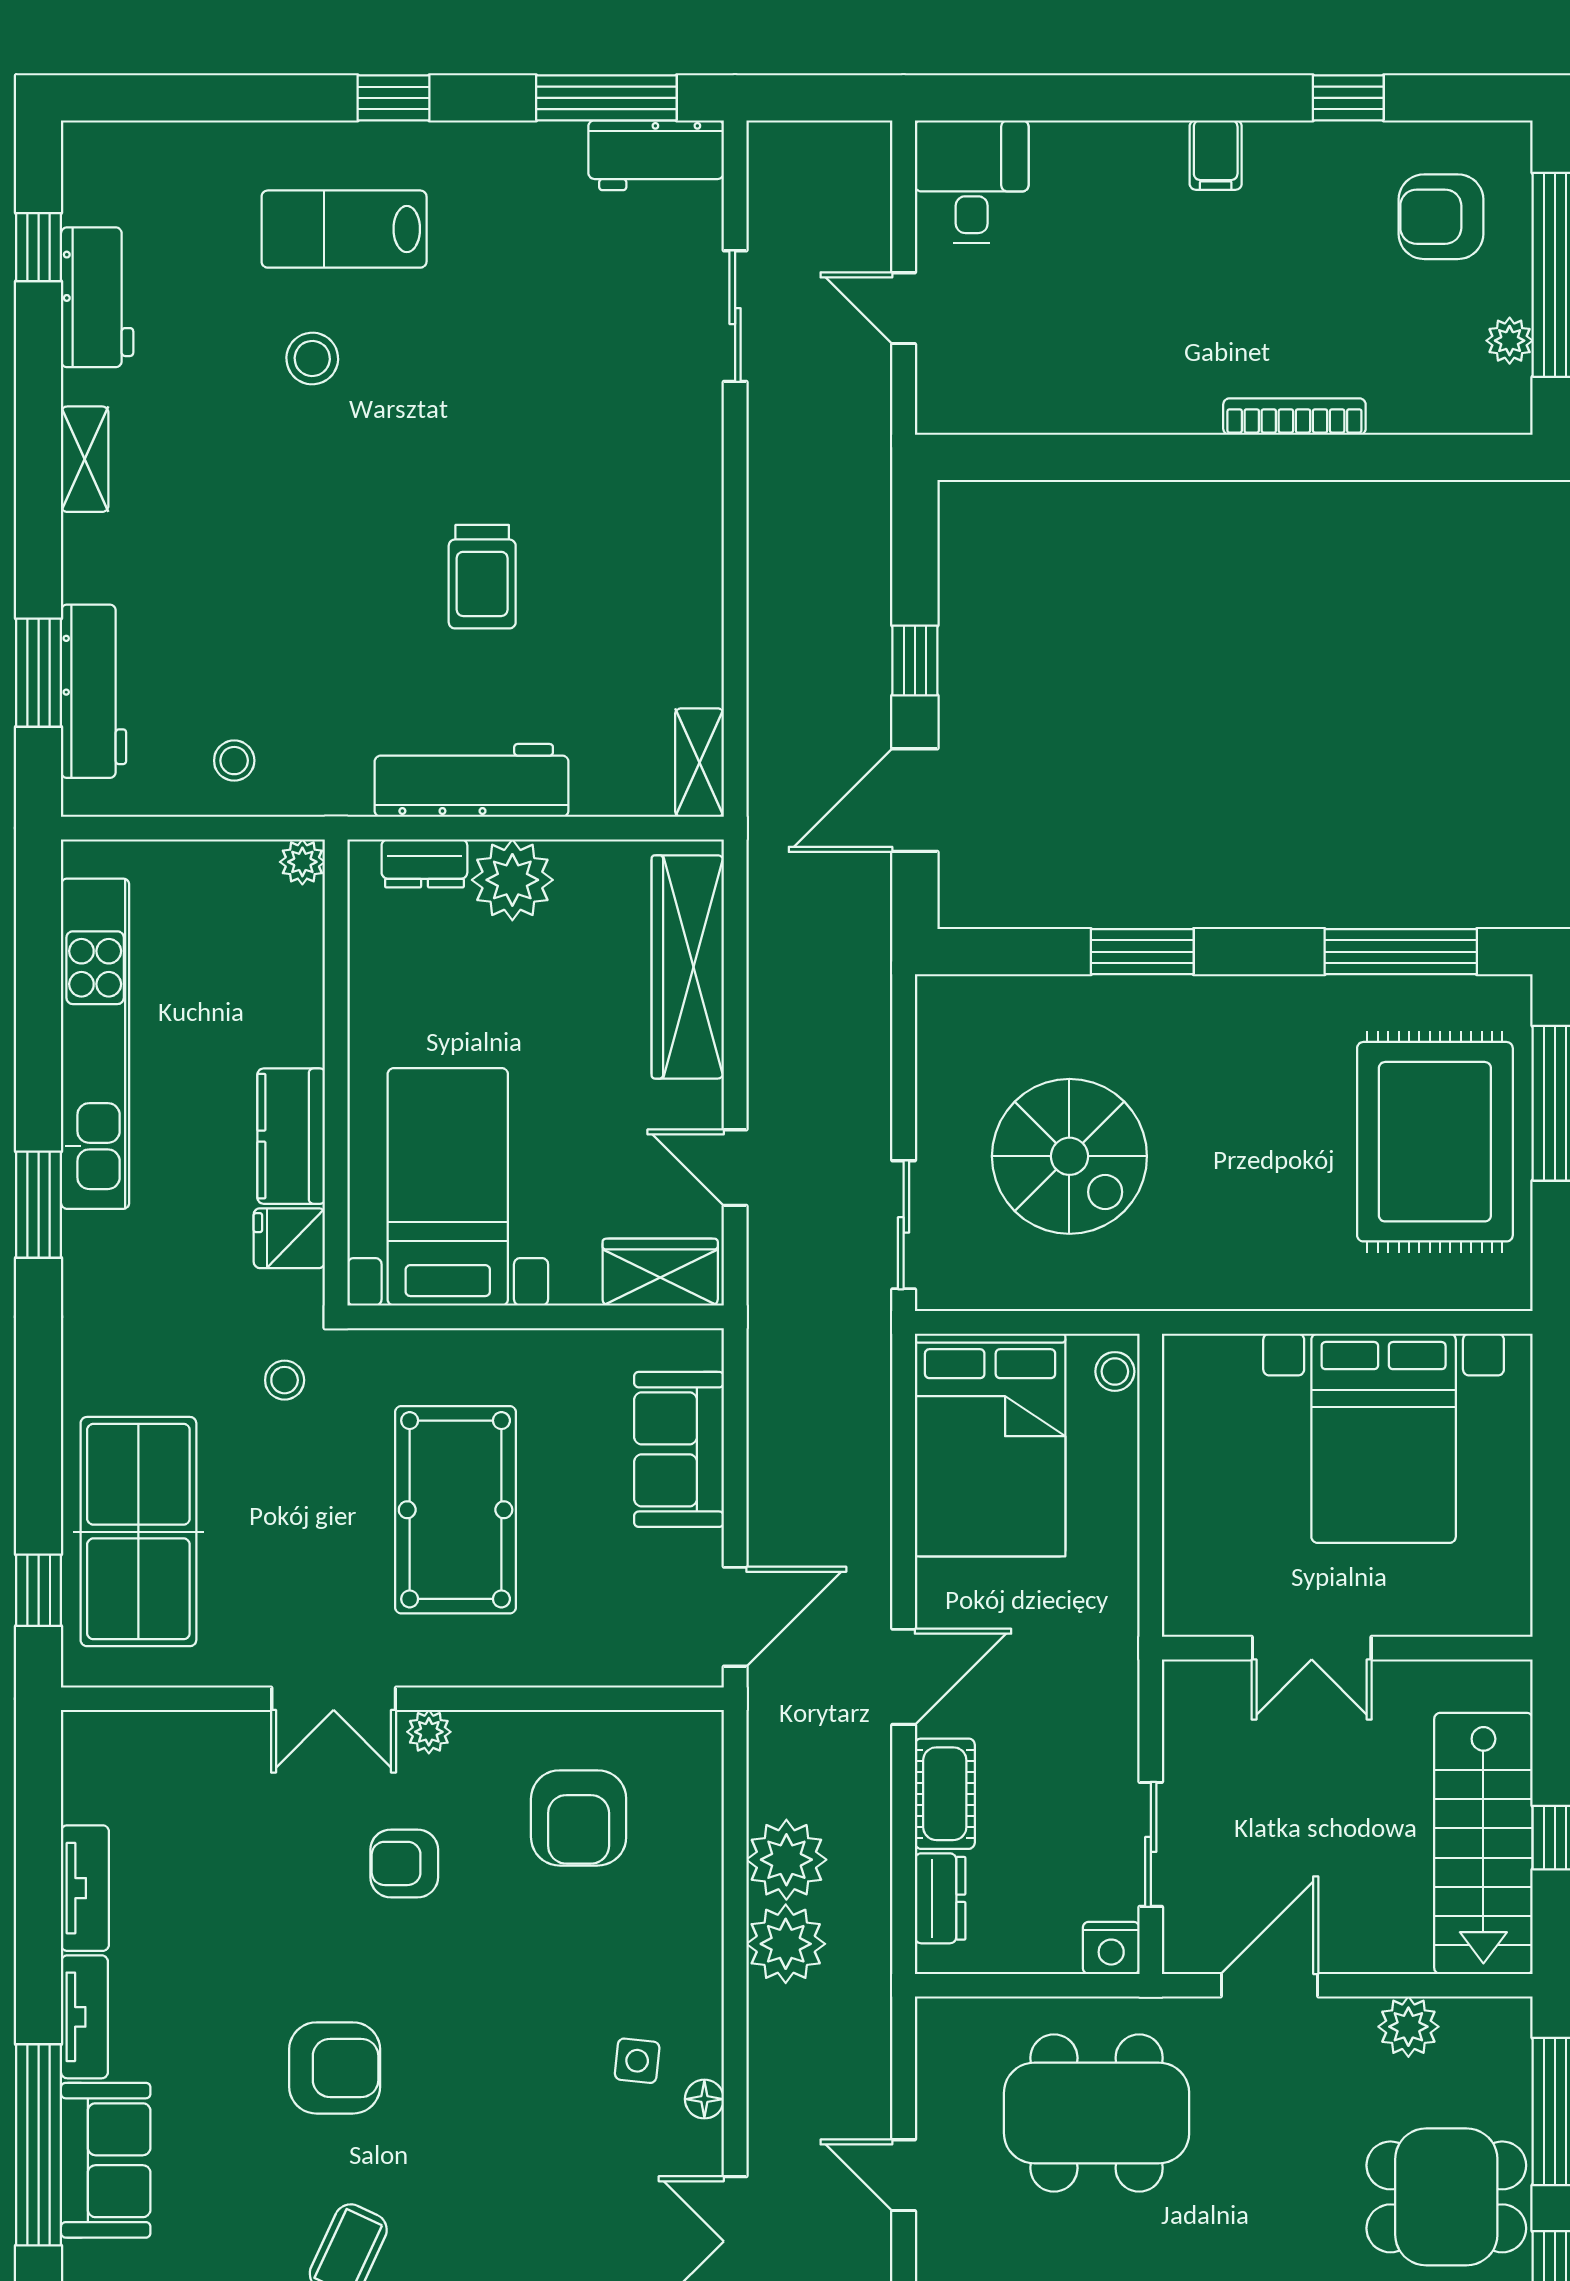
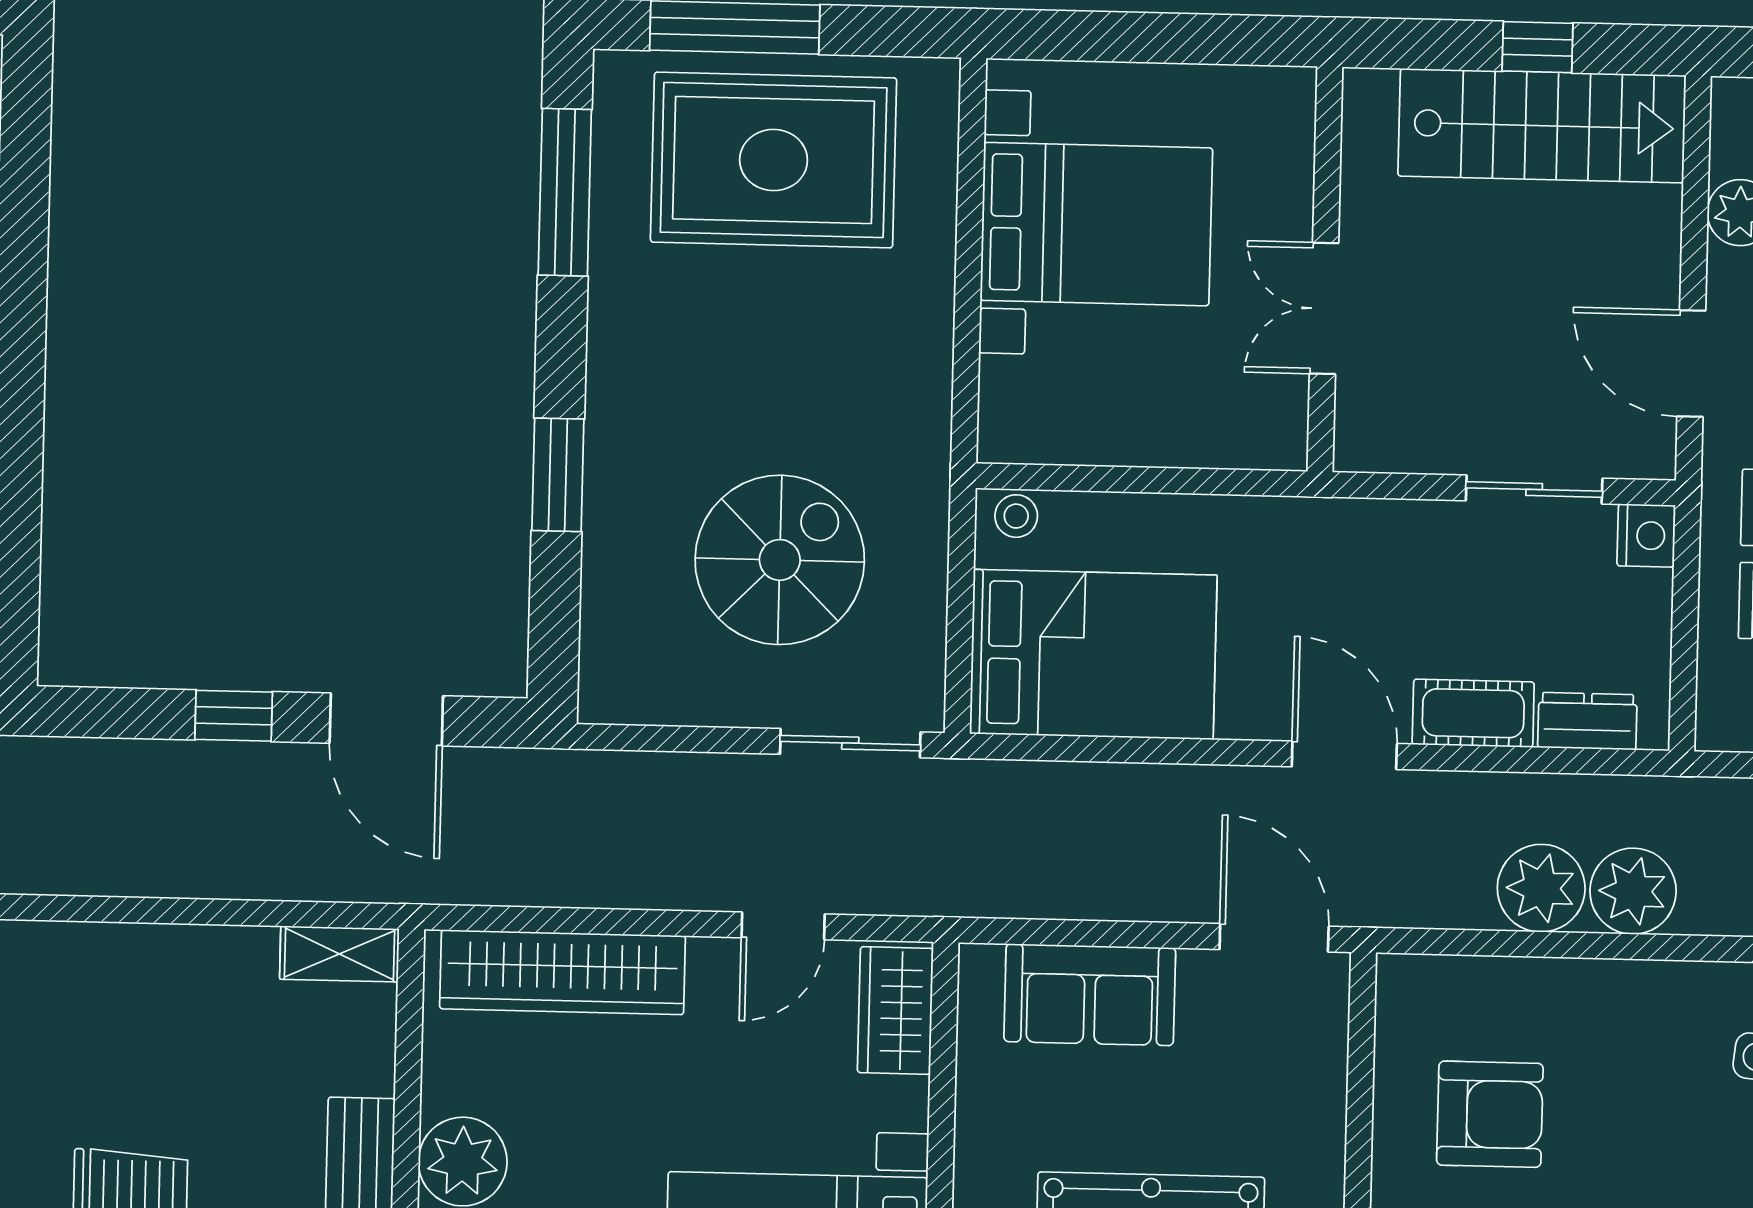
double door: (1312, 1648) -> (1324, 308), swing flipped

